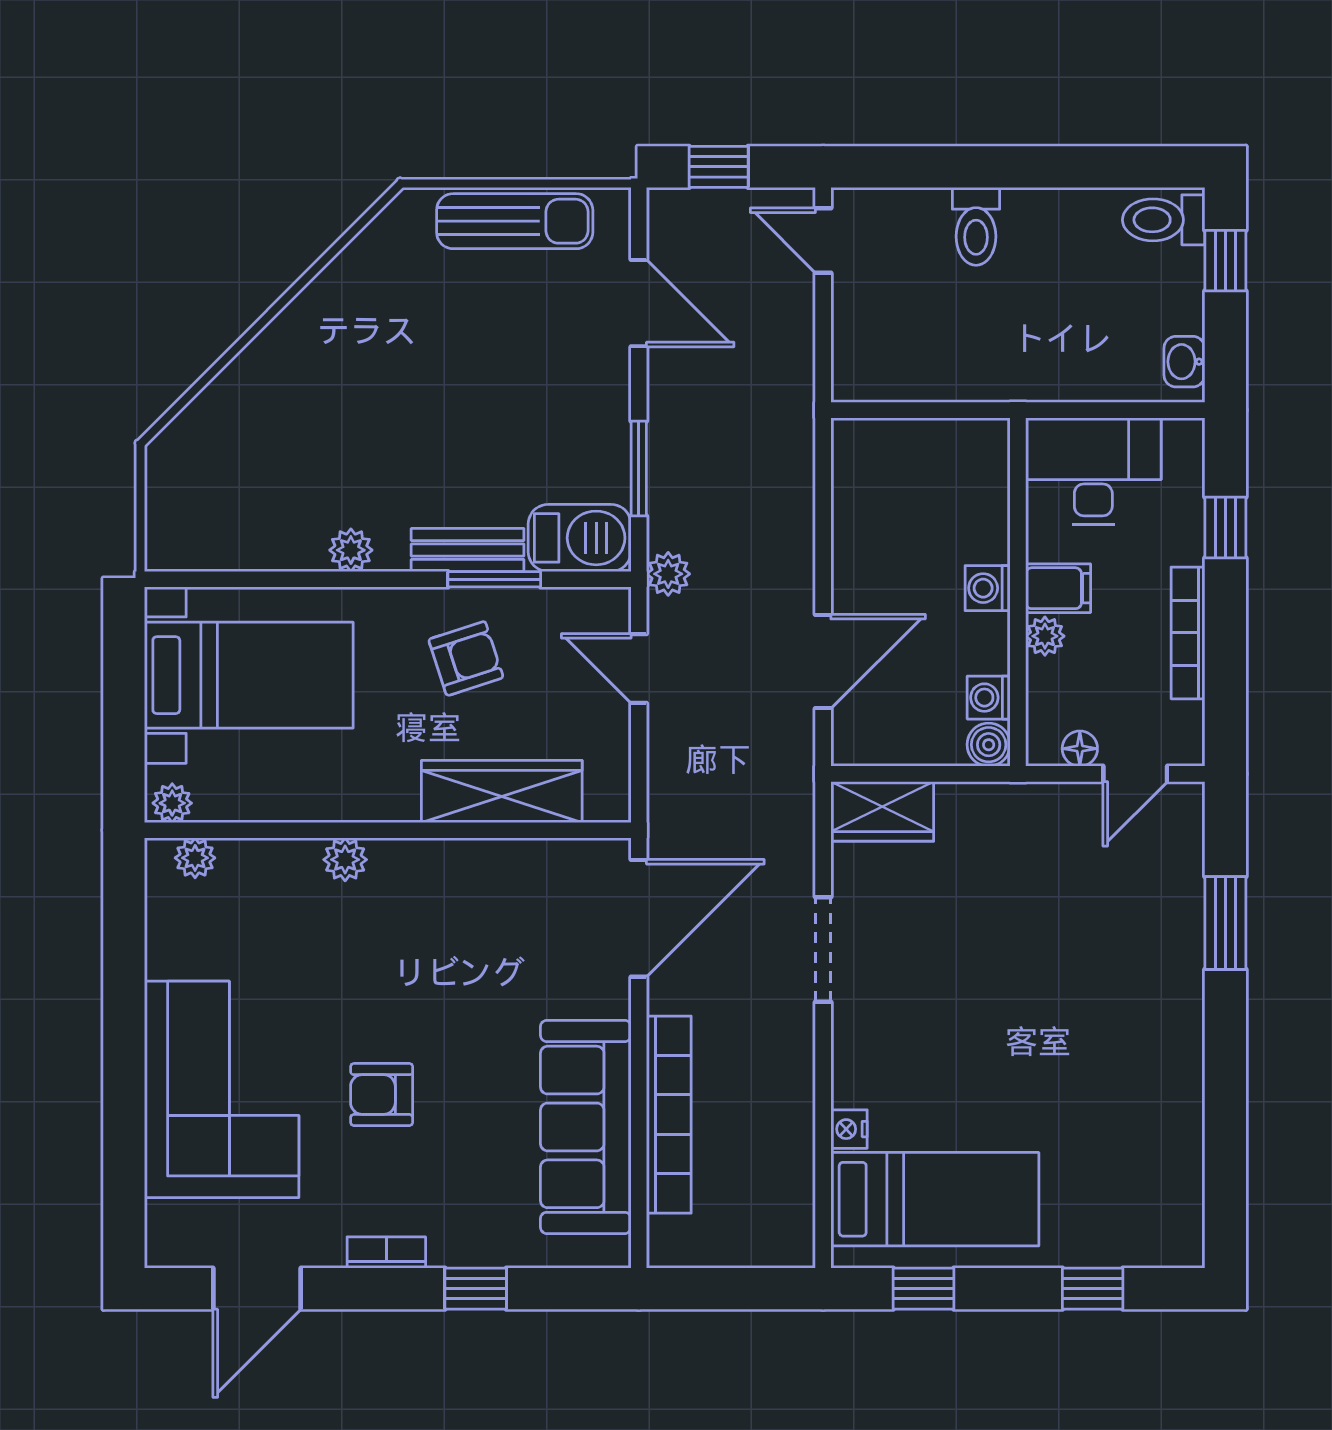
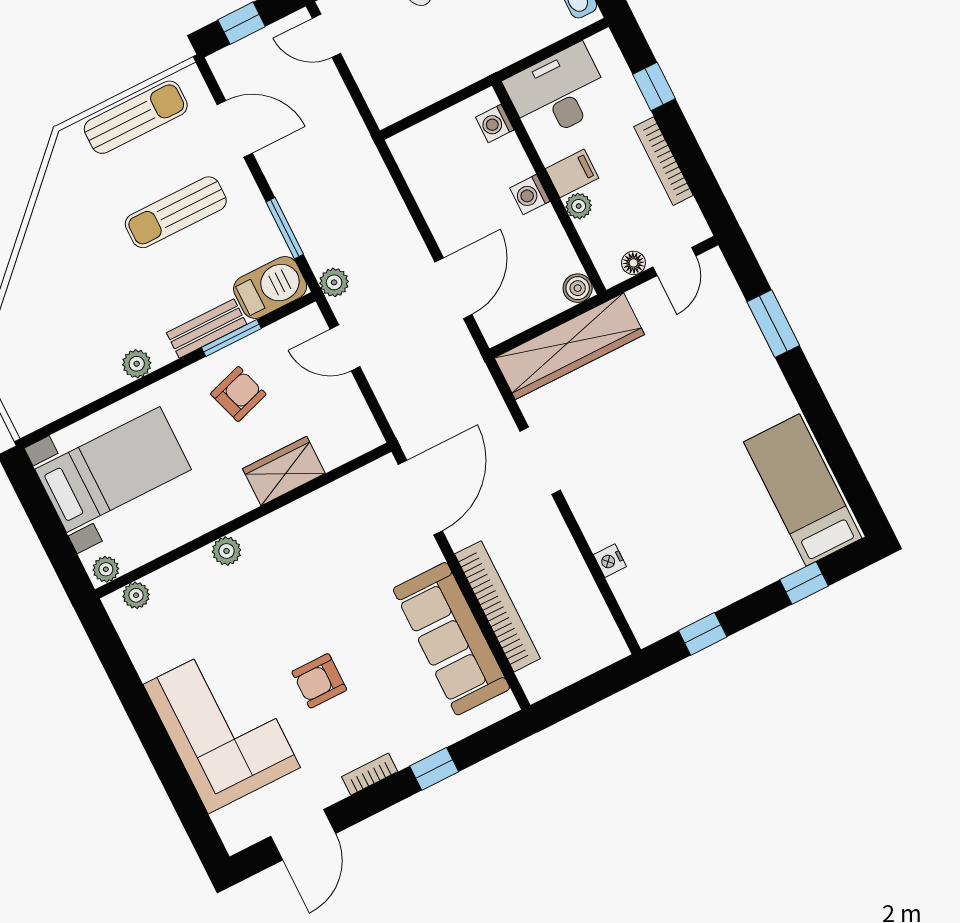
sun lounger: (504, 375) -> (176, 212), added
washing machine: (989, 698) -> (495, 123), moved
wardrobe: (502, 791) -> (284, 471), width x0.67
wardrobe: (882, 811) -> (569, 346), width x2.10, depth x1.17
bed: (935, 1199) -> (803, 490), moved, turned -90

